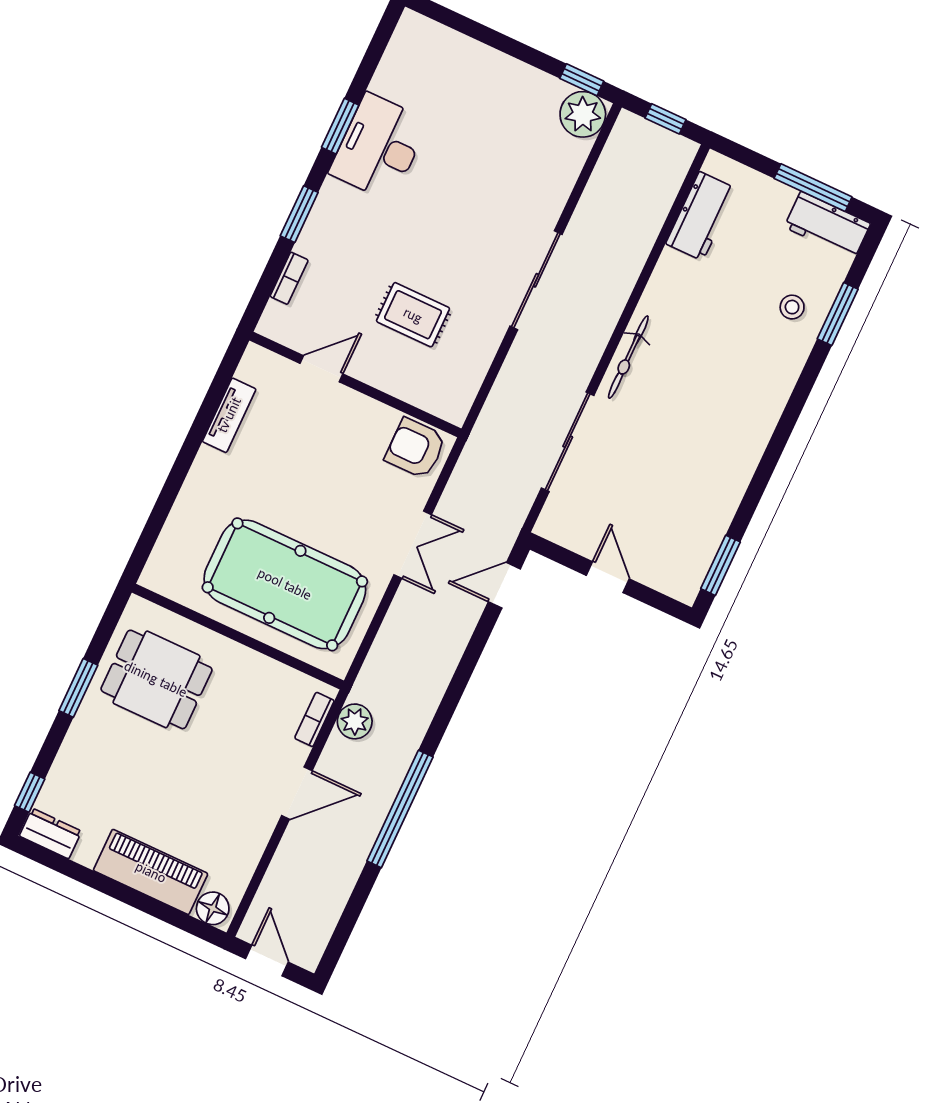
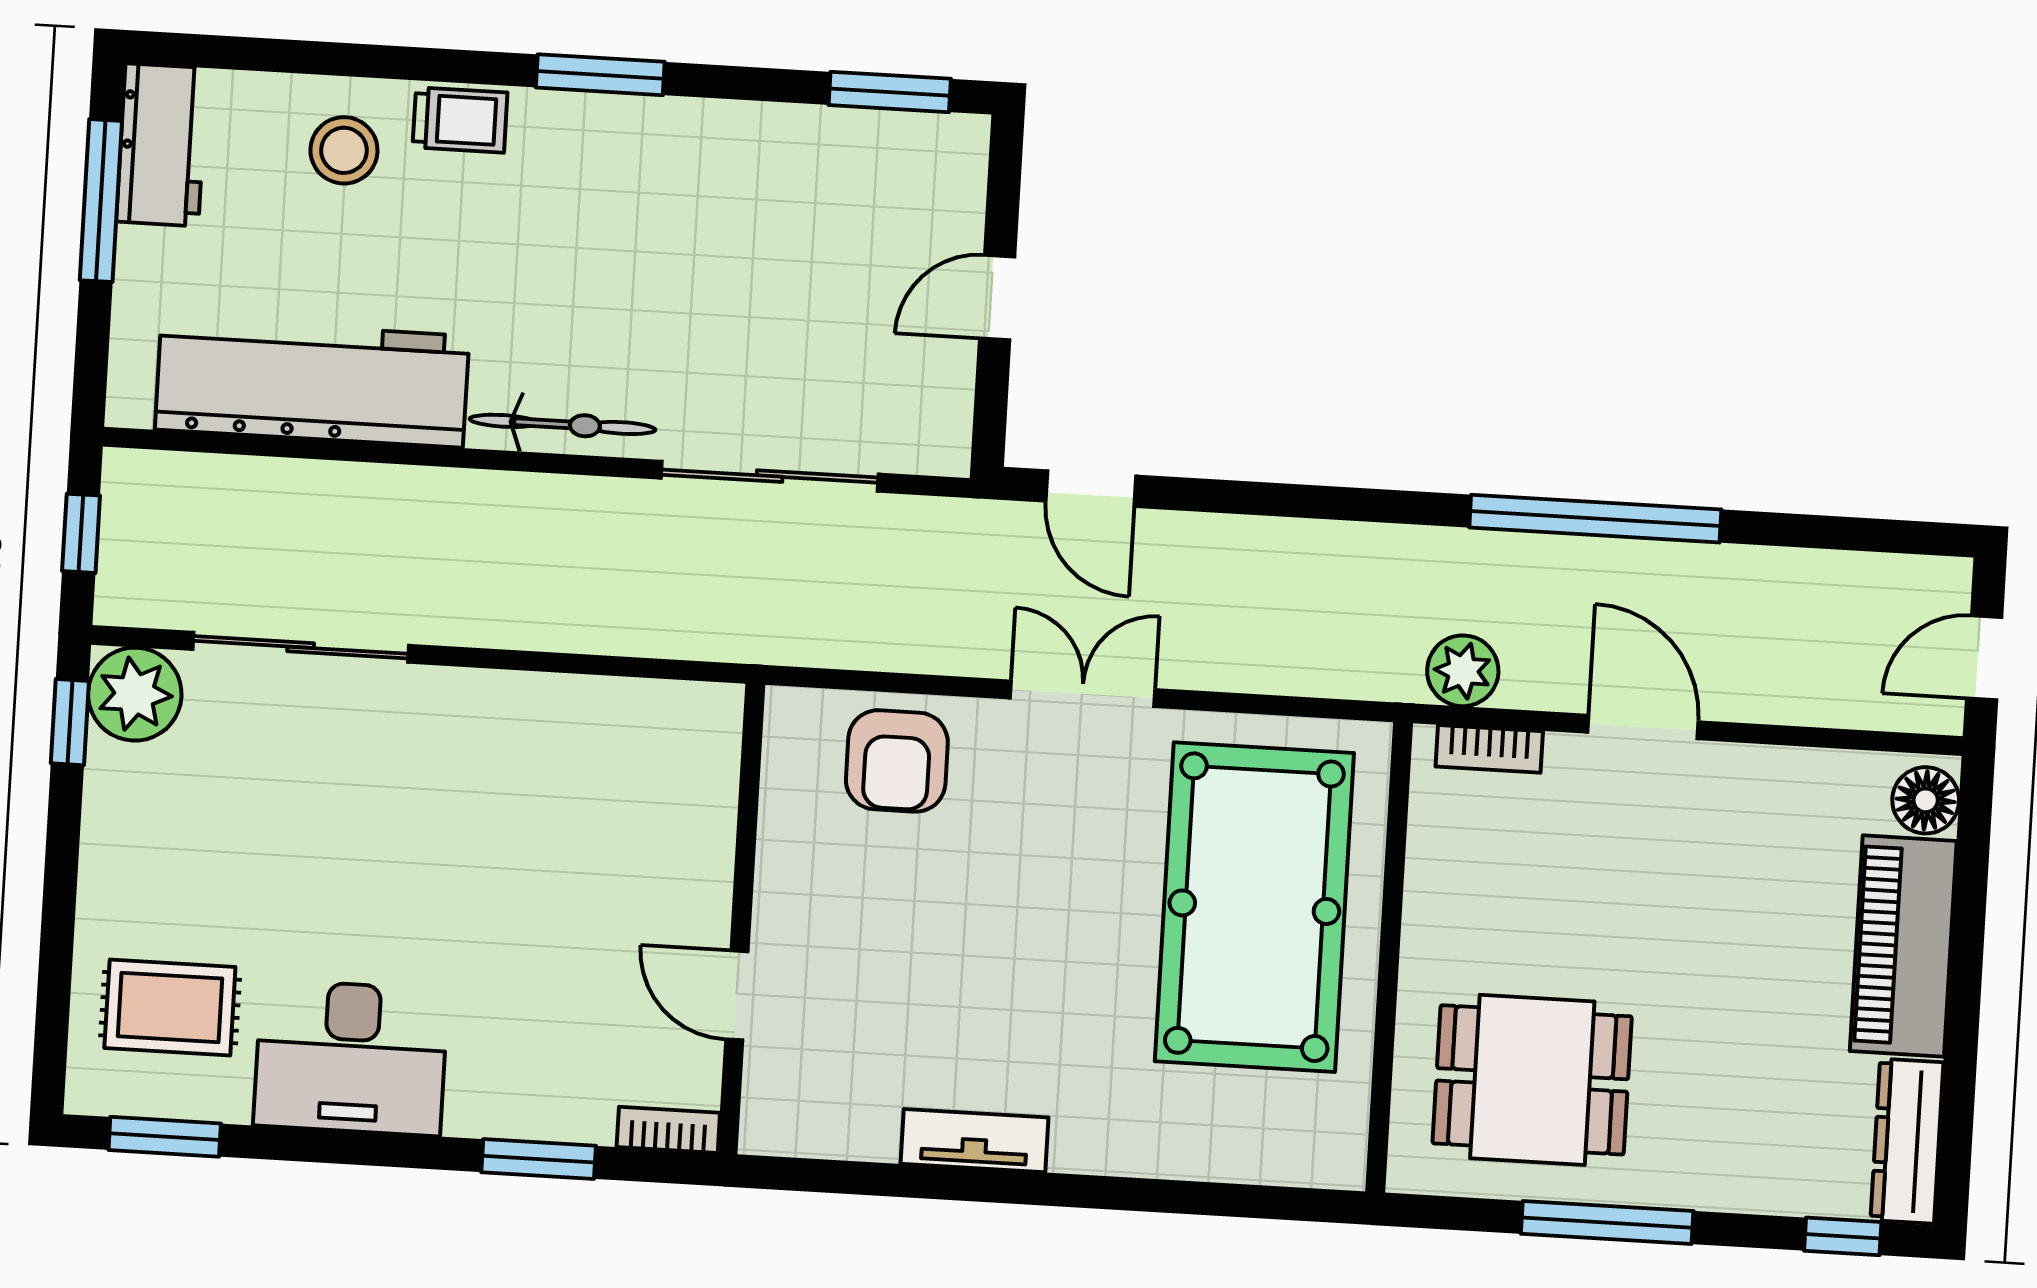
window: (340, 126) -> (165, 1137), moved
workbench: (701, 216) -> (312, 383), width x1.88, depth x1.32
sliding door: (536, 280) -> (301, 647), moved
stool: (792, 307) -> (344, 150), width x1.37, depth x1.37
window: (838, 314) -> (600, 75), moved
rug: (413, 315) -> (170, 1007), moved, turned 90
trolley: (785, 365) -> (460, 120), added
door: (321, 369) -> (737, 995), moved
wall: (355, 384) -> (741, 919), moved
dining table: (156, 679) -> (1532, 1080), turned 90
window: (78, 688) -> (1607, 1222), width x1.44
dresser: (50, 834) -> (1907, 1141), width x1.44

